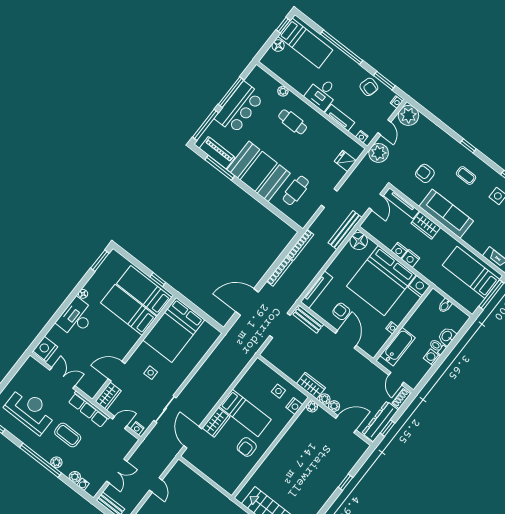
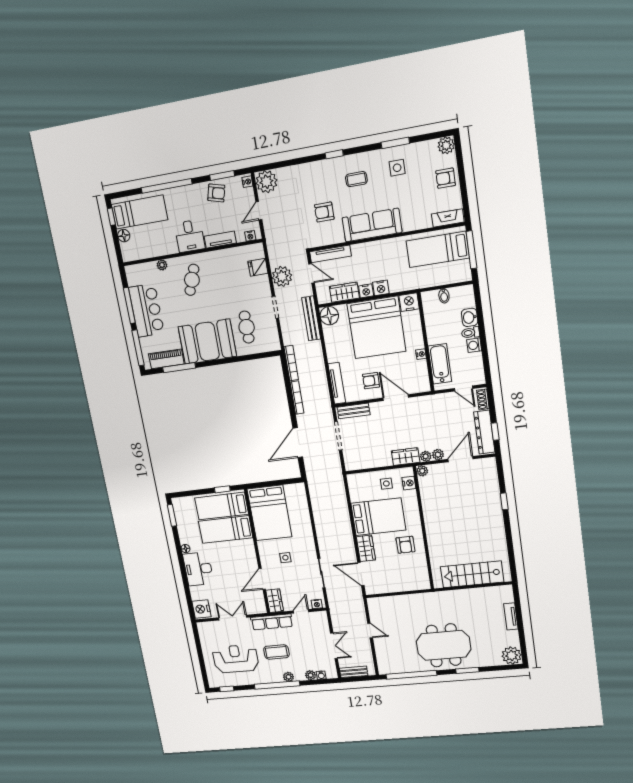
cafe table: (293, 122) -> (192, 280), turned -69
door: (384, 127) -> (259, 211), swing flipped
plant: (379, 153) -> (282, 276), moved
wardrobe: (426, 225) -> (344, 292), moved, turned 180
bed: (245, 413) -> (378, 517), width x1.50

